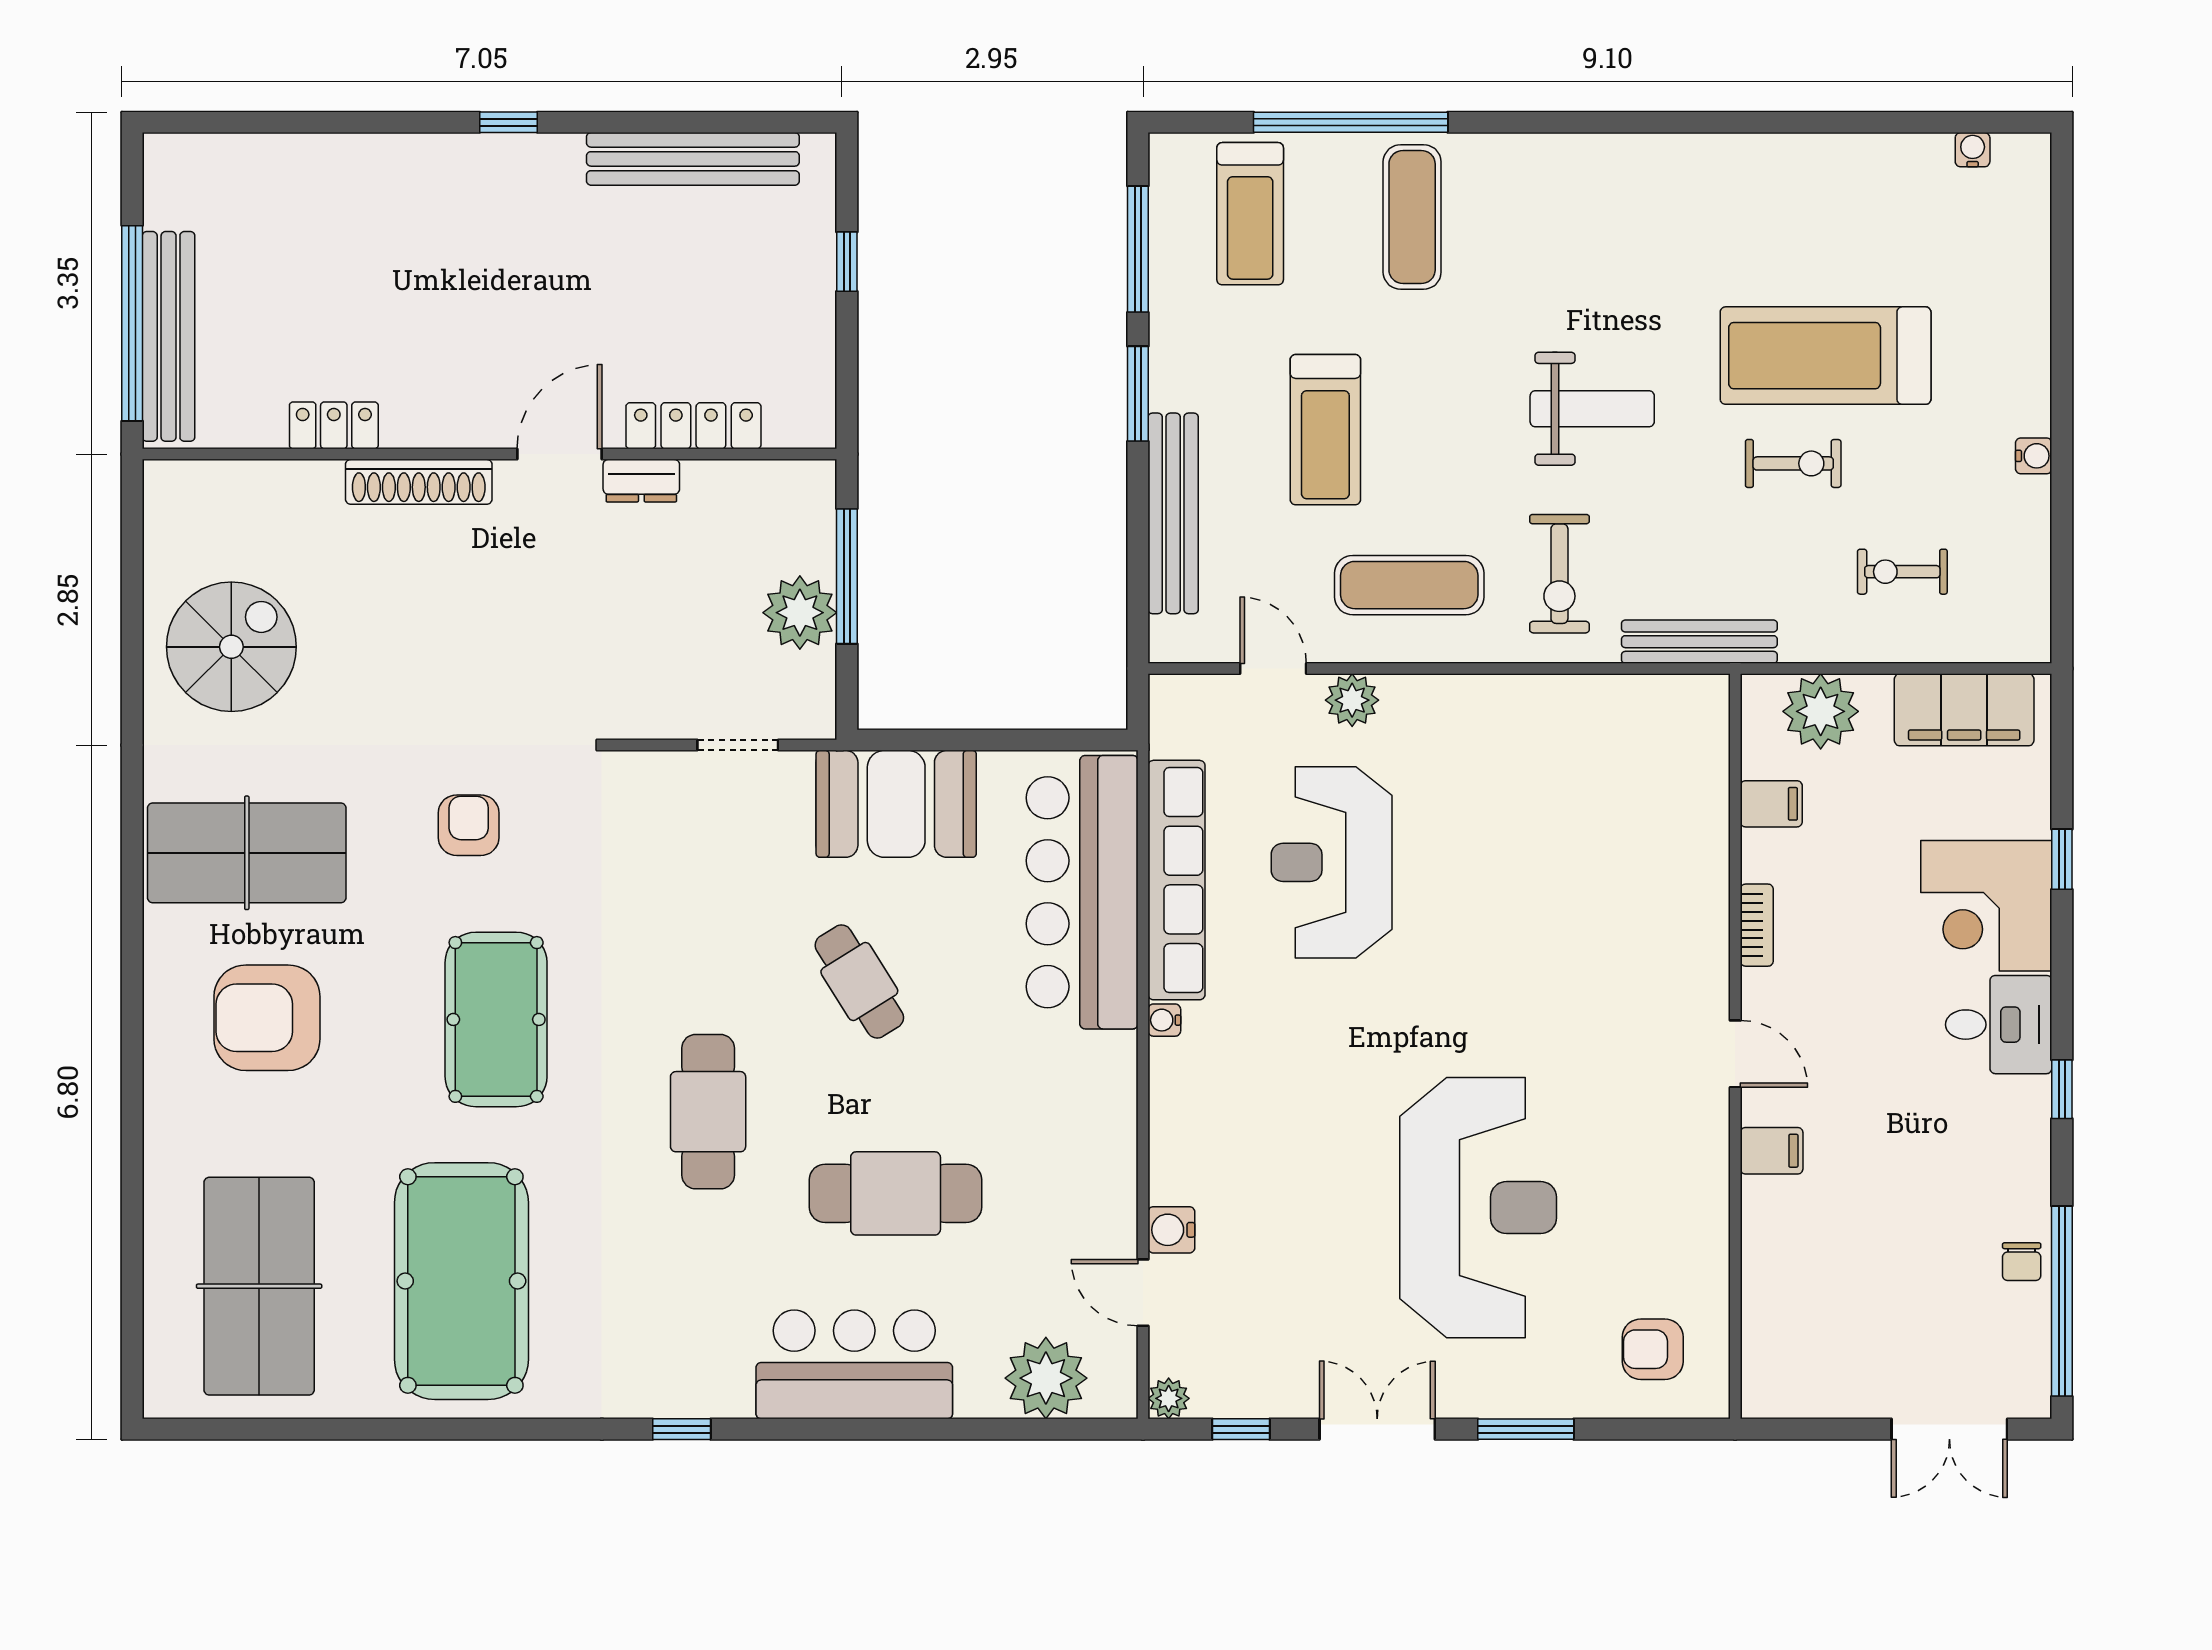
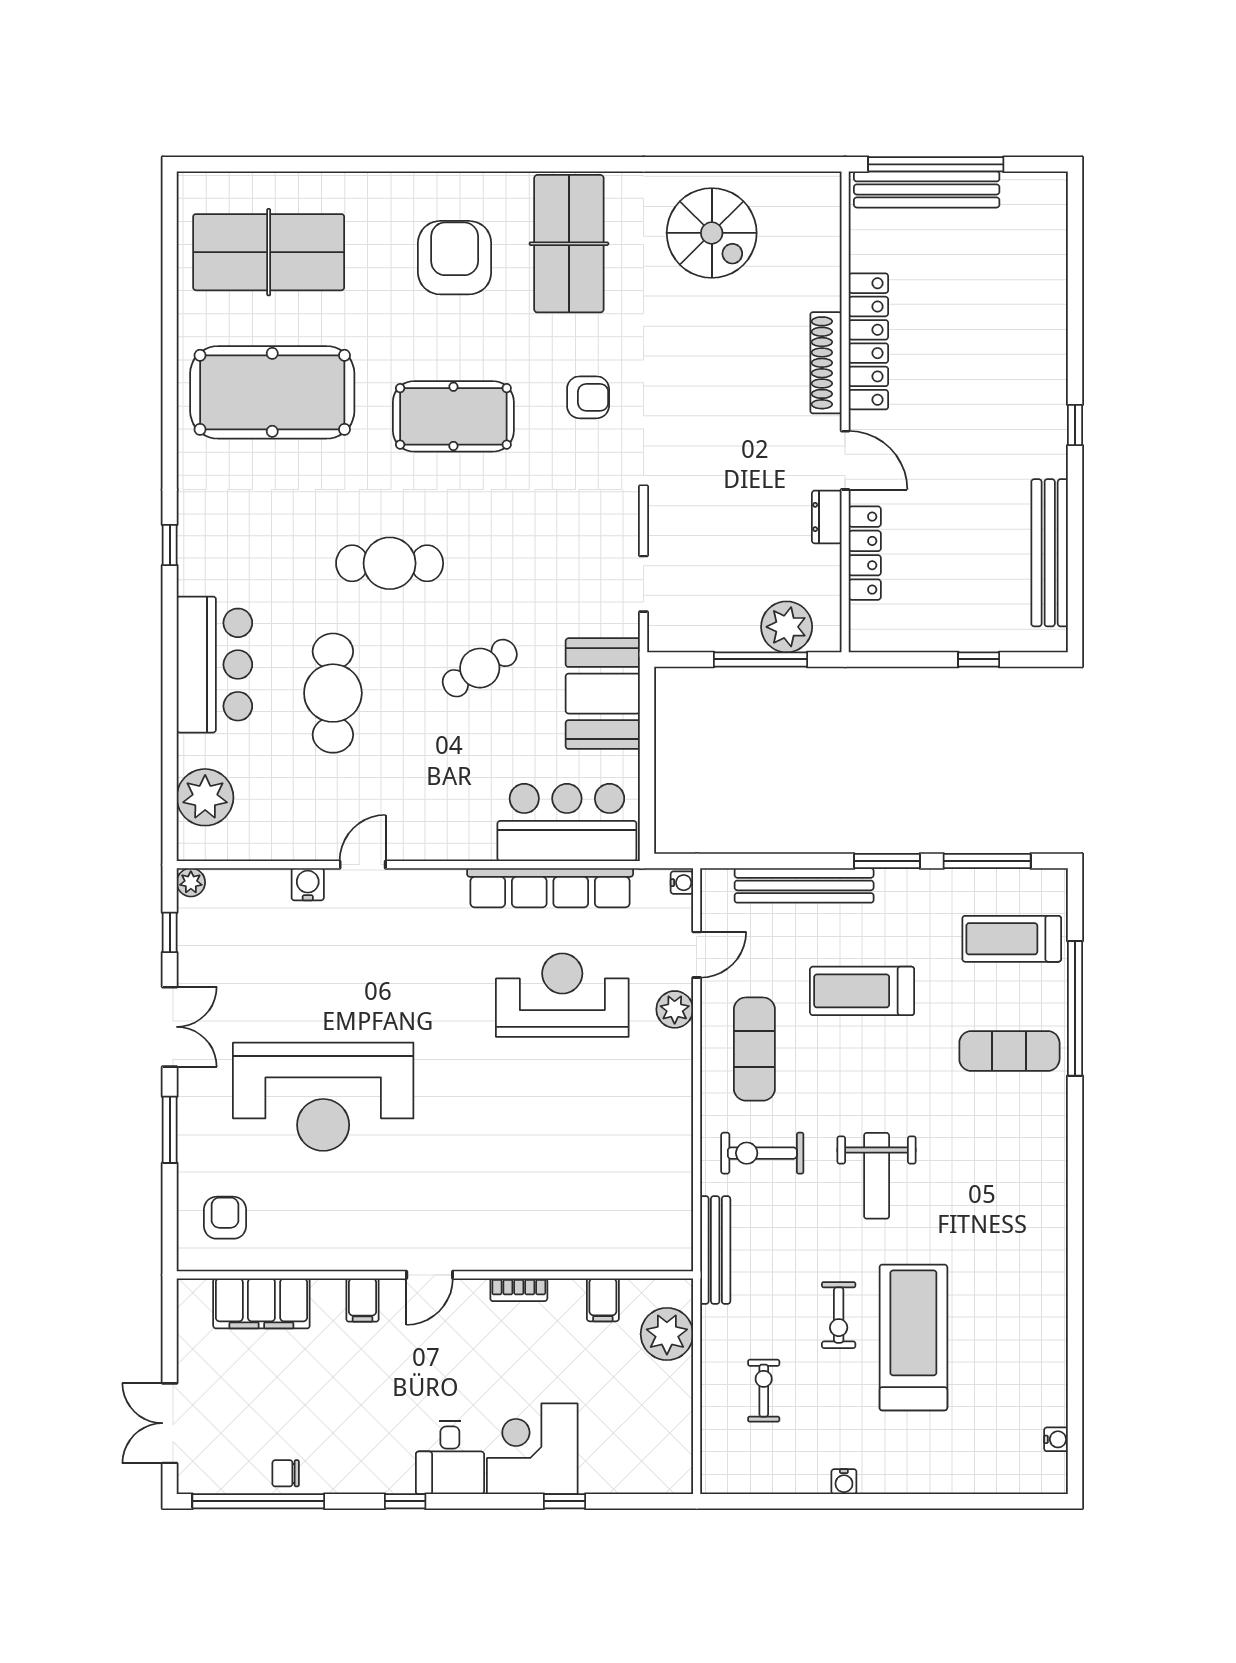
locker: (334, 425) -> (868, 341), width x2.16, depth x1.21
plant: (800, 613) -> (787, 627), moved
filing cabinet: (1964, 710) -> (261, 1303), moved, turned -90
bar counter: (1082, 892) -> (567, 822), width x0.73
water cooler: (1164, 1020) -> (682, 883), moved, turned 90
door: (1143, 1293) -> (363, 865), moved

